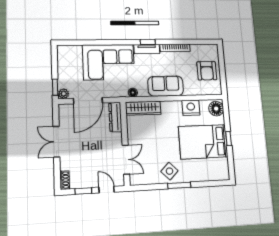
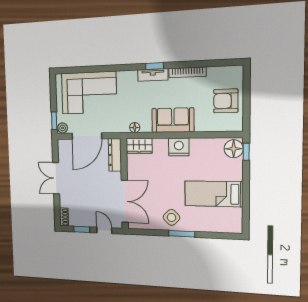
corner sofa: (109, 62) -> (89, 93), moved
armchair: (207, 71) -> (226, 101), turned 90
wardrobe: (143, 108) -> (139, 146), width x0.67
nightstand: (191, 108) -> (179, 147), moved
window: (229, 139) -> (246, 152), moved
bed: (203, 142) -> (214, 194), width x0.67
double door: (126, 160) -> (125, 201), width x1.37

